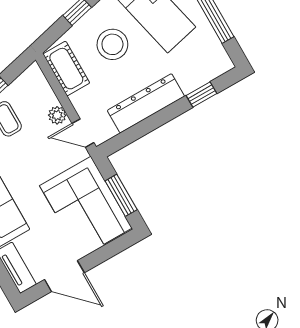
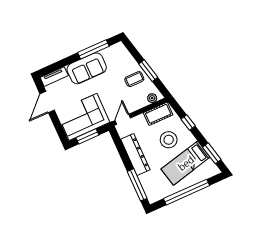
window: (202, 95) -> (137, 185), width x2.17
plant: (57, 115) -> (152, 98), moved

